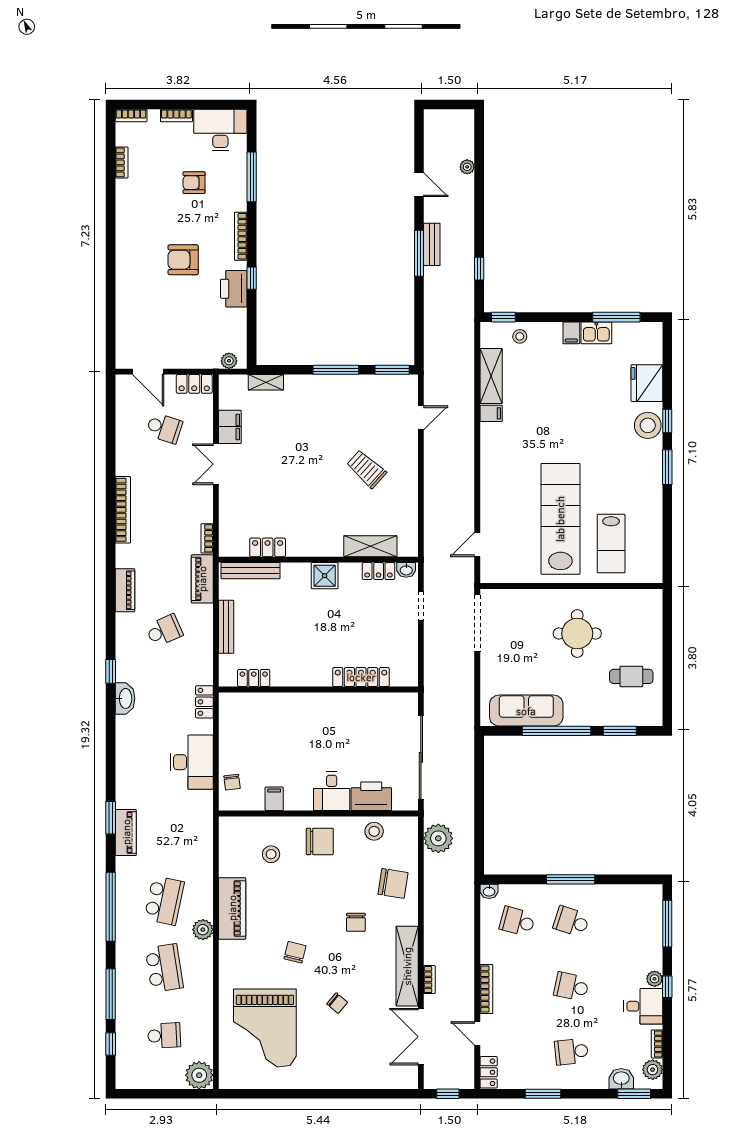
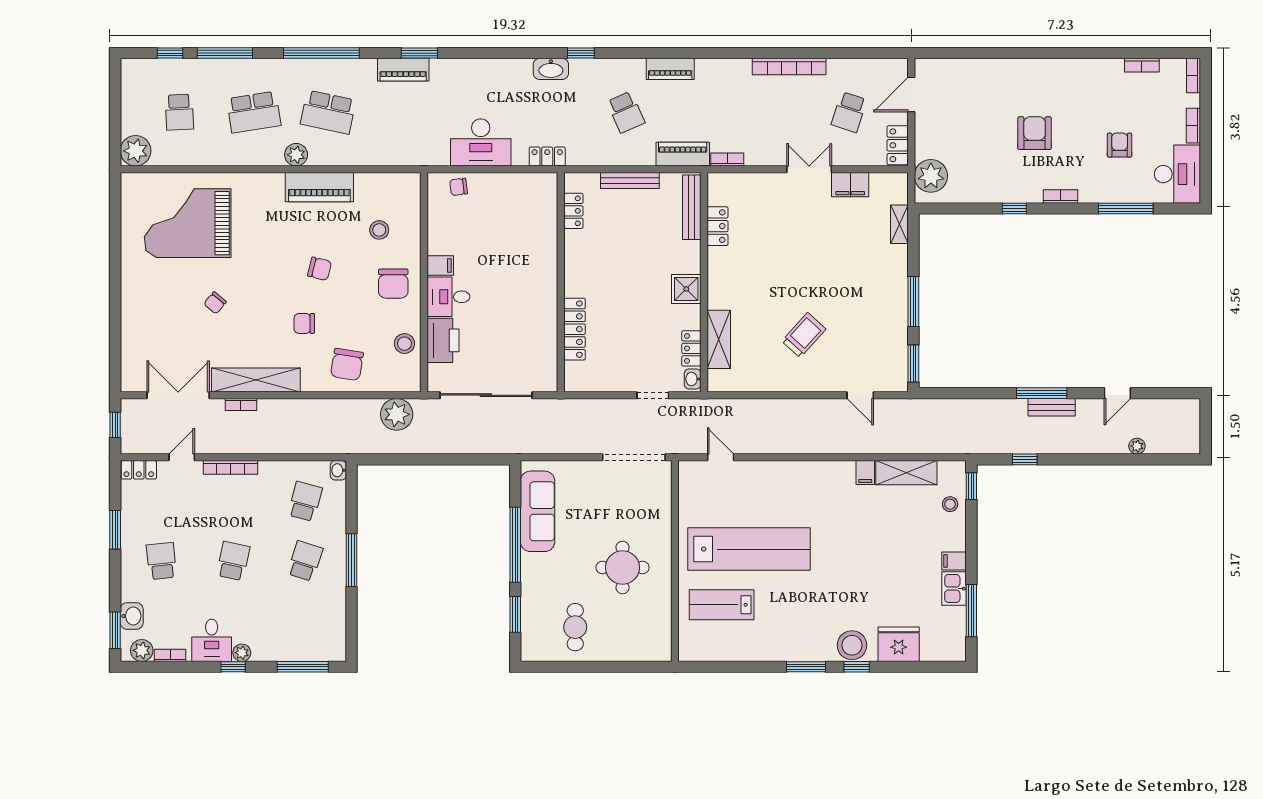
bookcase: (241, 236) -> (1060, 197), width x0.64
printer: (234, 289) -> (1003, 189), removed
plant: (229, 361) -> (931, 176), width x1.88, depth x1.88
bookcase: (123, 510) -> (789, 67), moved
filing cabinet: (274, 799) -> (440, 265), moved
chair: (295, 952) -> (320, 269), moved

